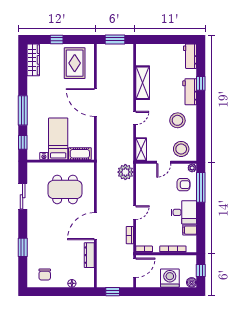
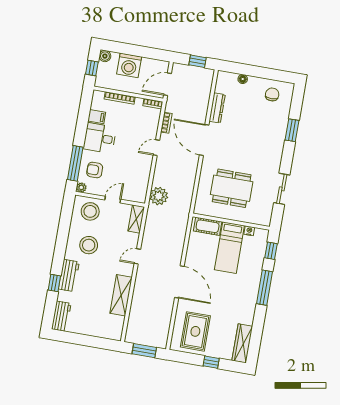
door: (95, 226) -> (204, 140), swing flipped

